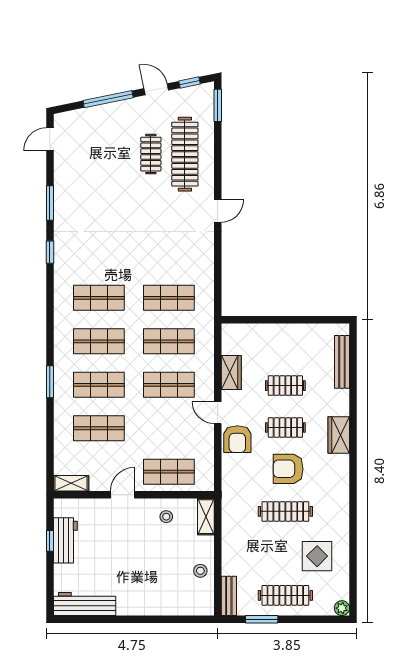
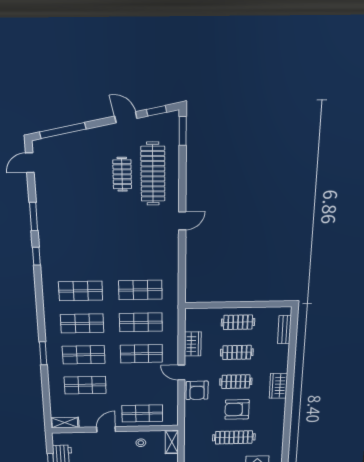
window: (108, 99) -> (63, 131), moved
clothes rail: (285, 344) -> (238, 322), added
bench: (342, 362) -> (284, 330), width x0.73

